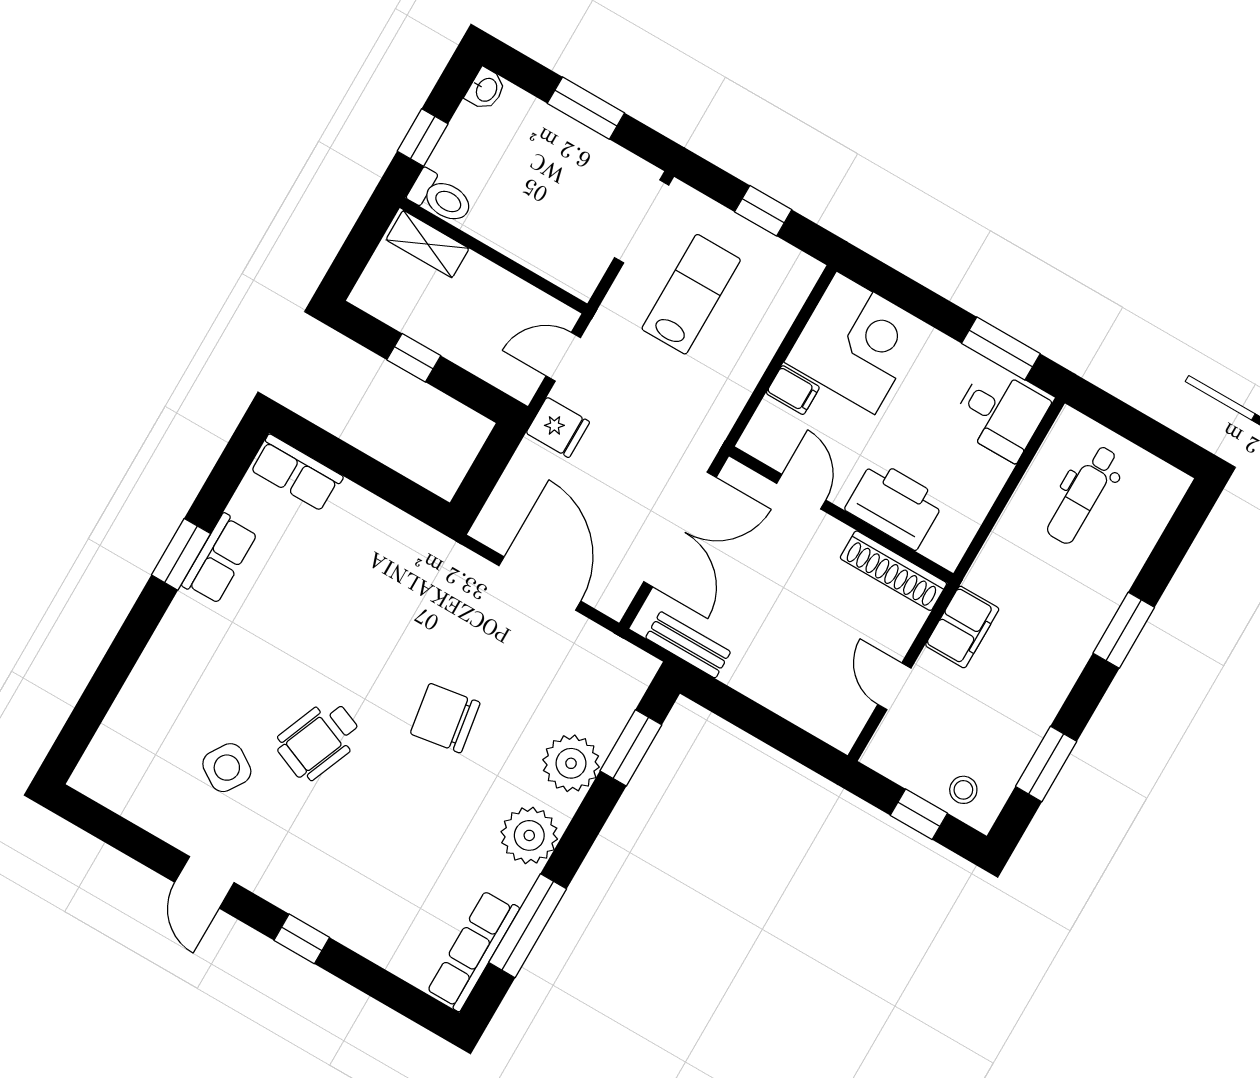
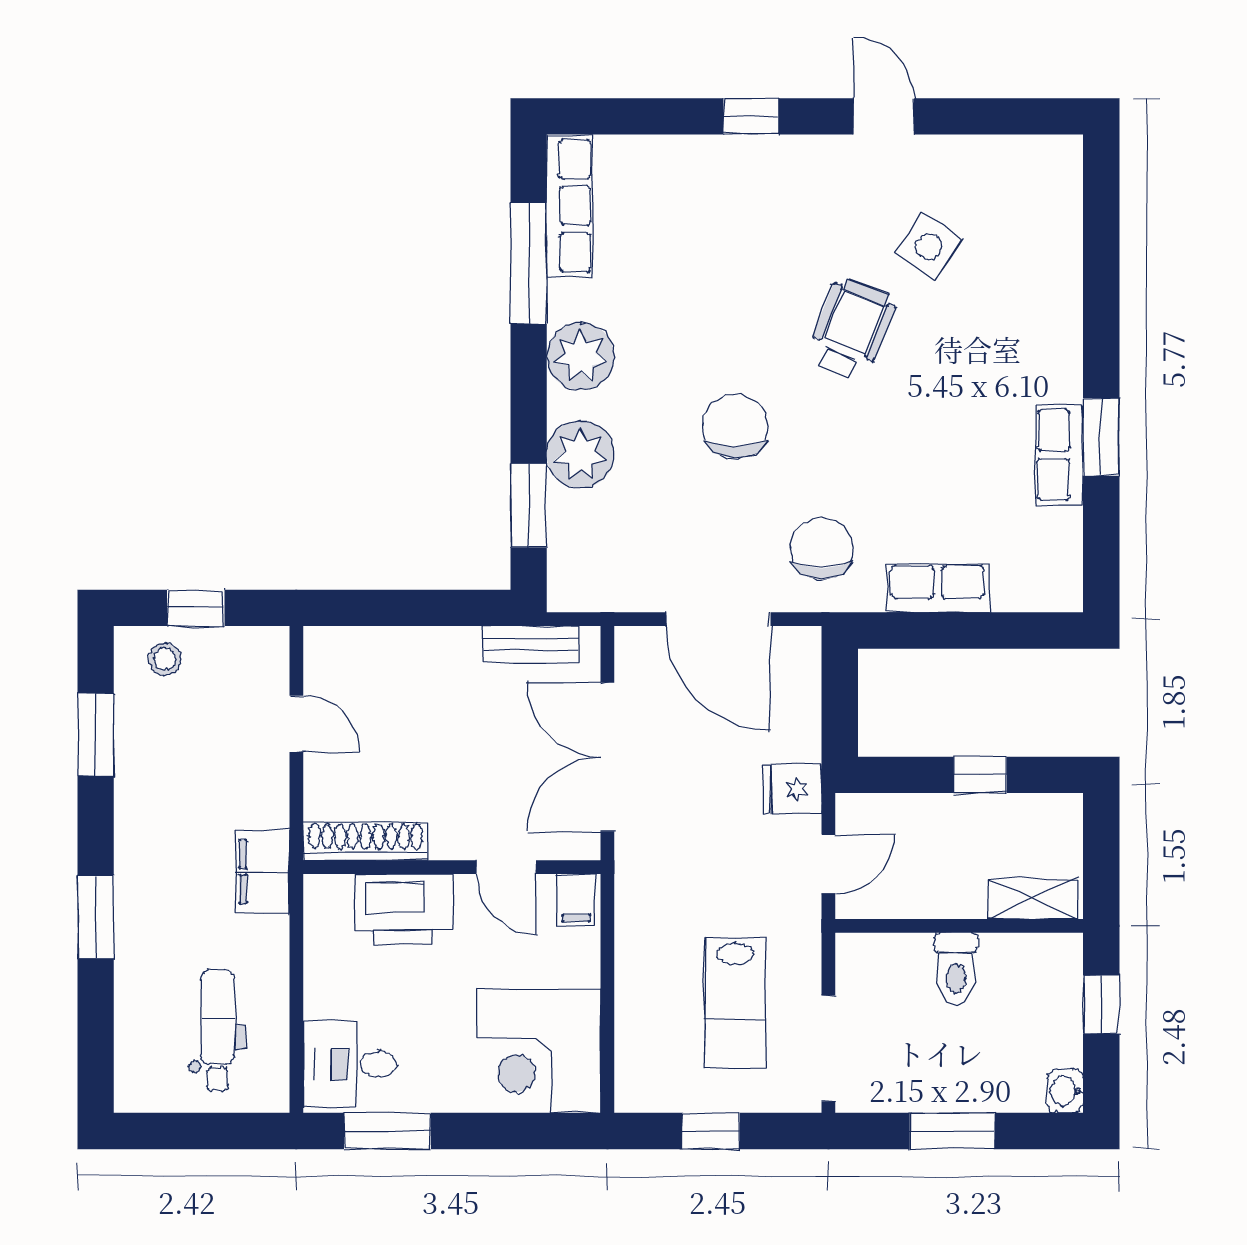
toilet: (441, 197) -> (956, 968), moved, turned -90
filing cabinet: (793, 390) -> (576, 900), moved, turned -90
row of seats: (296, 473) -> (938, 588), moved
chair: (434, 591) -> (822, 548), added
filing cabinet: (962, 627) -> (262, 872), moved
chair: (445, 718) -> (735, 426), turned -81

